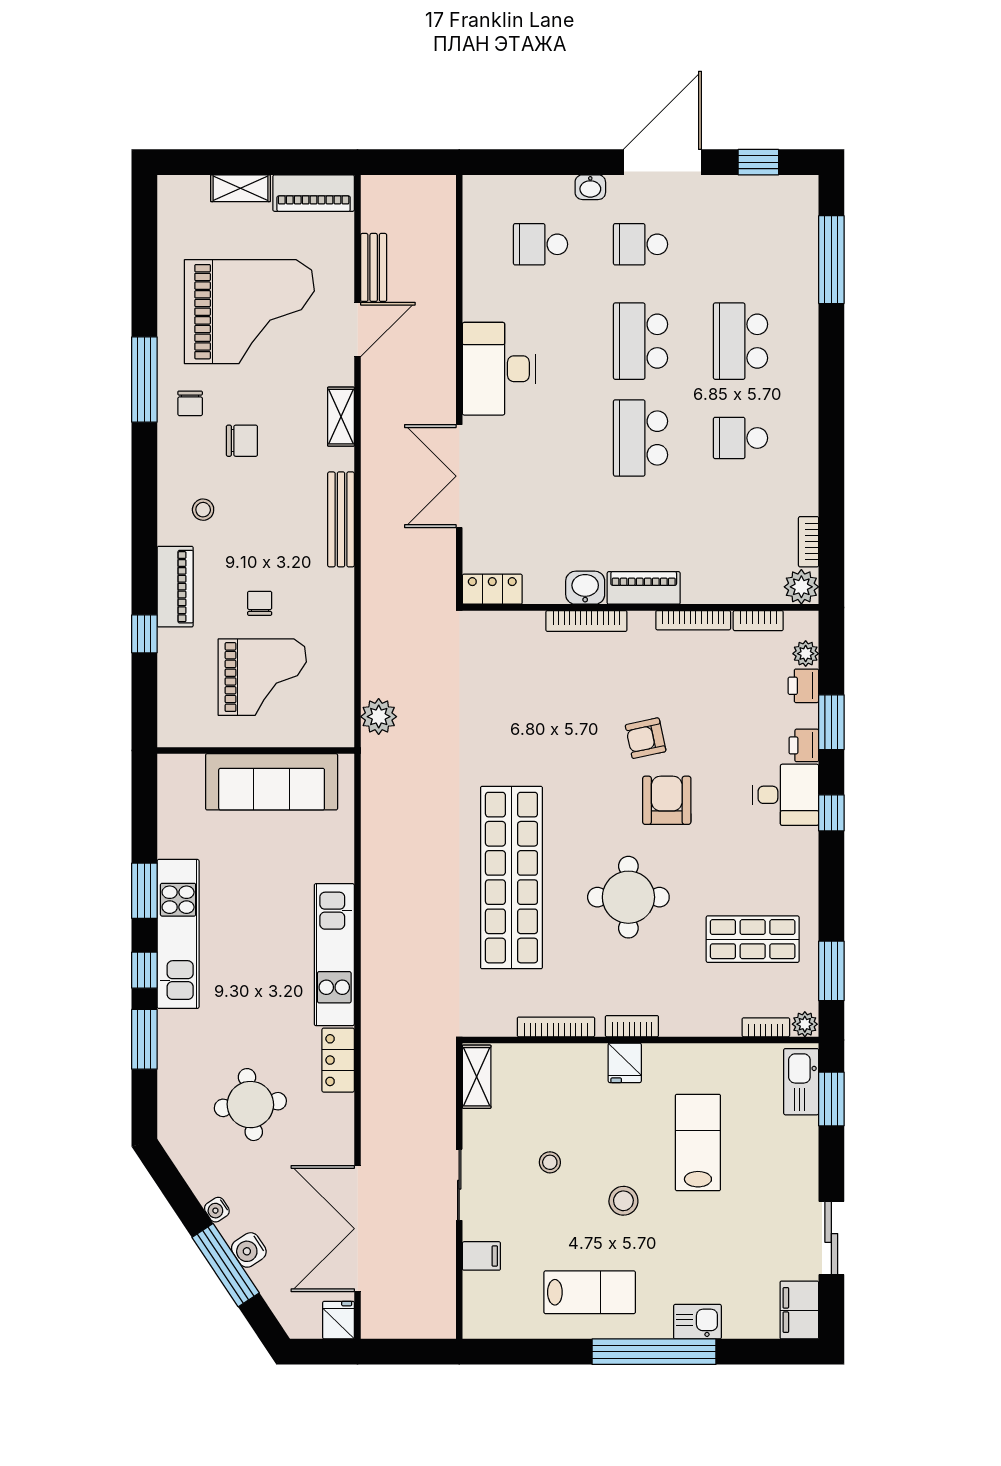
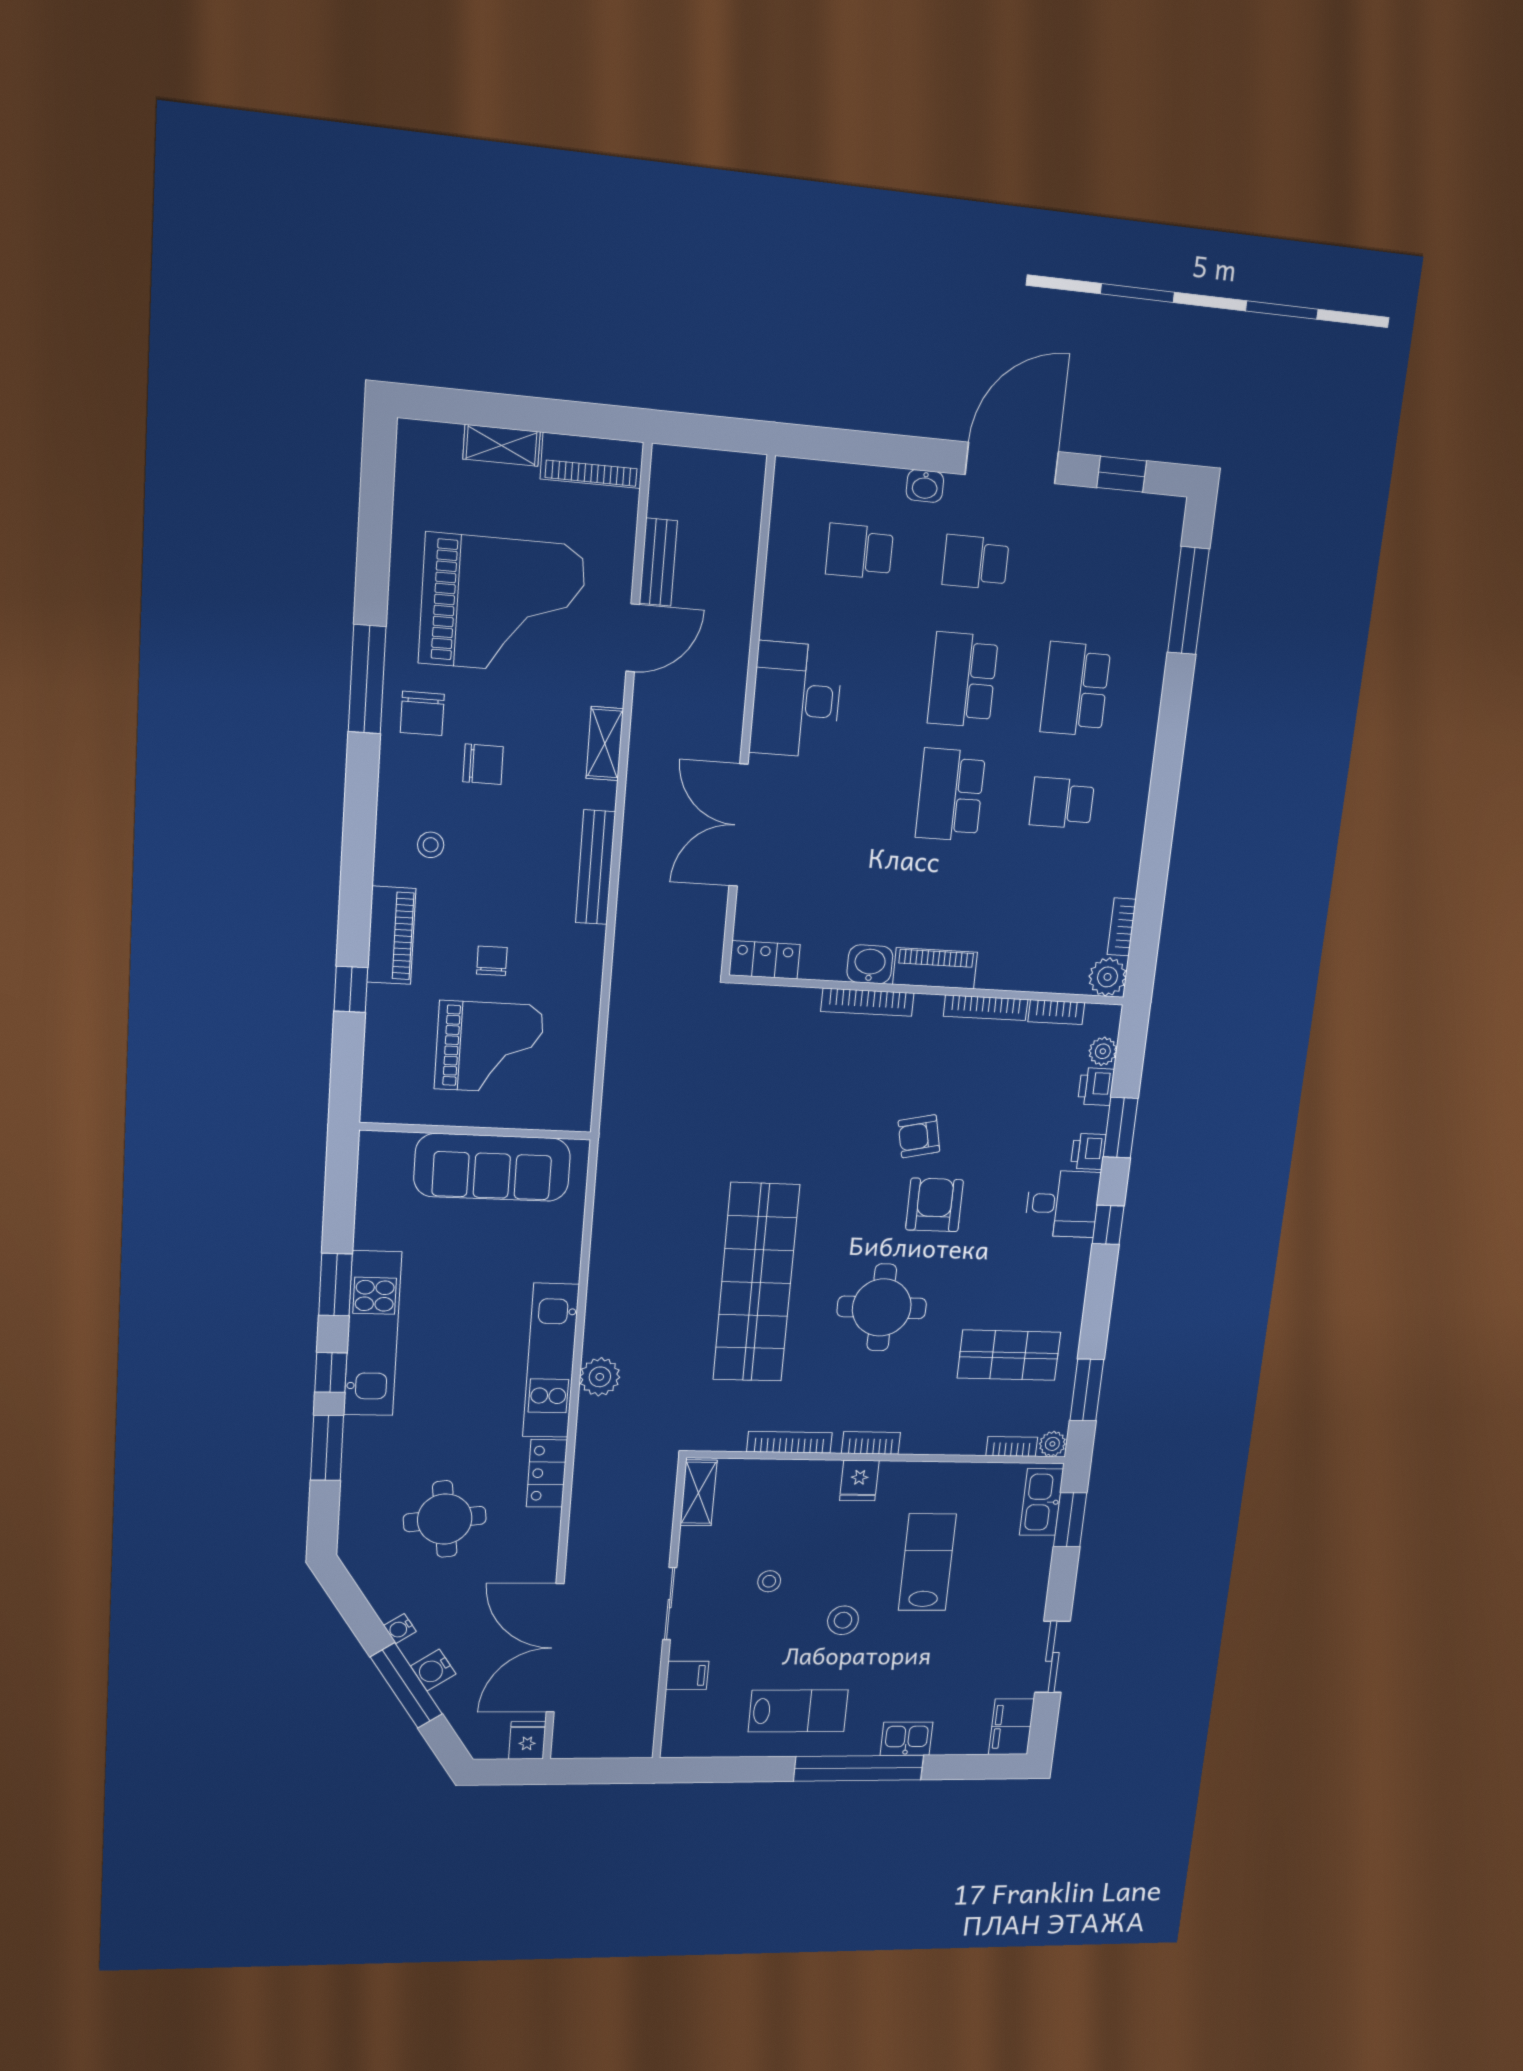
chair: (190, 403) -> (422, 713), width x1.37, depth x1.37
plant: (379, 717) -> (600, 1377), moved

